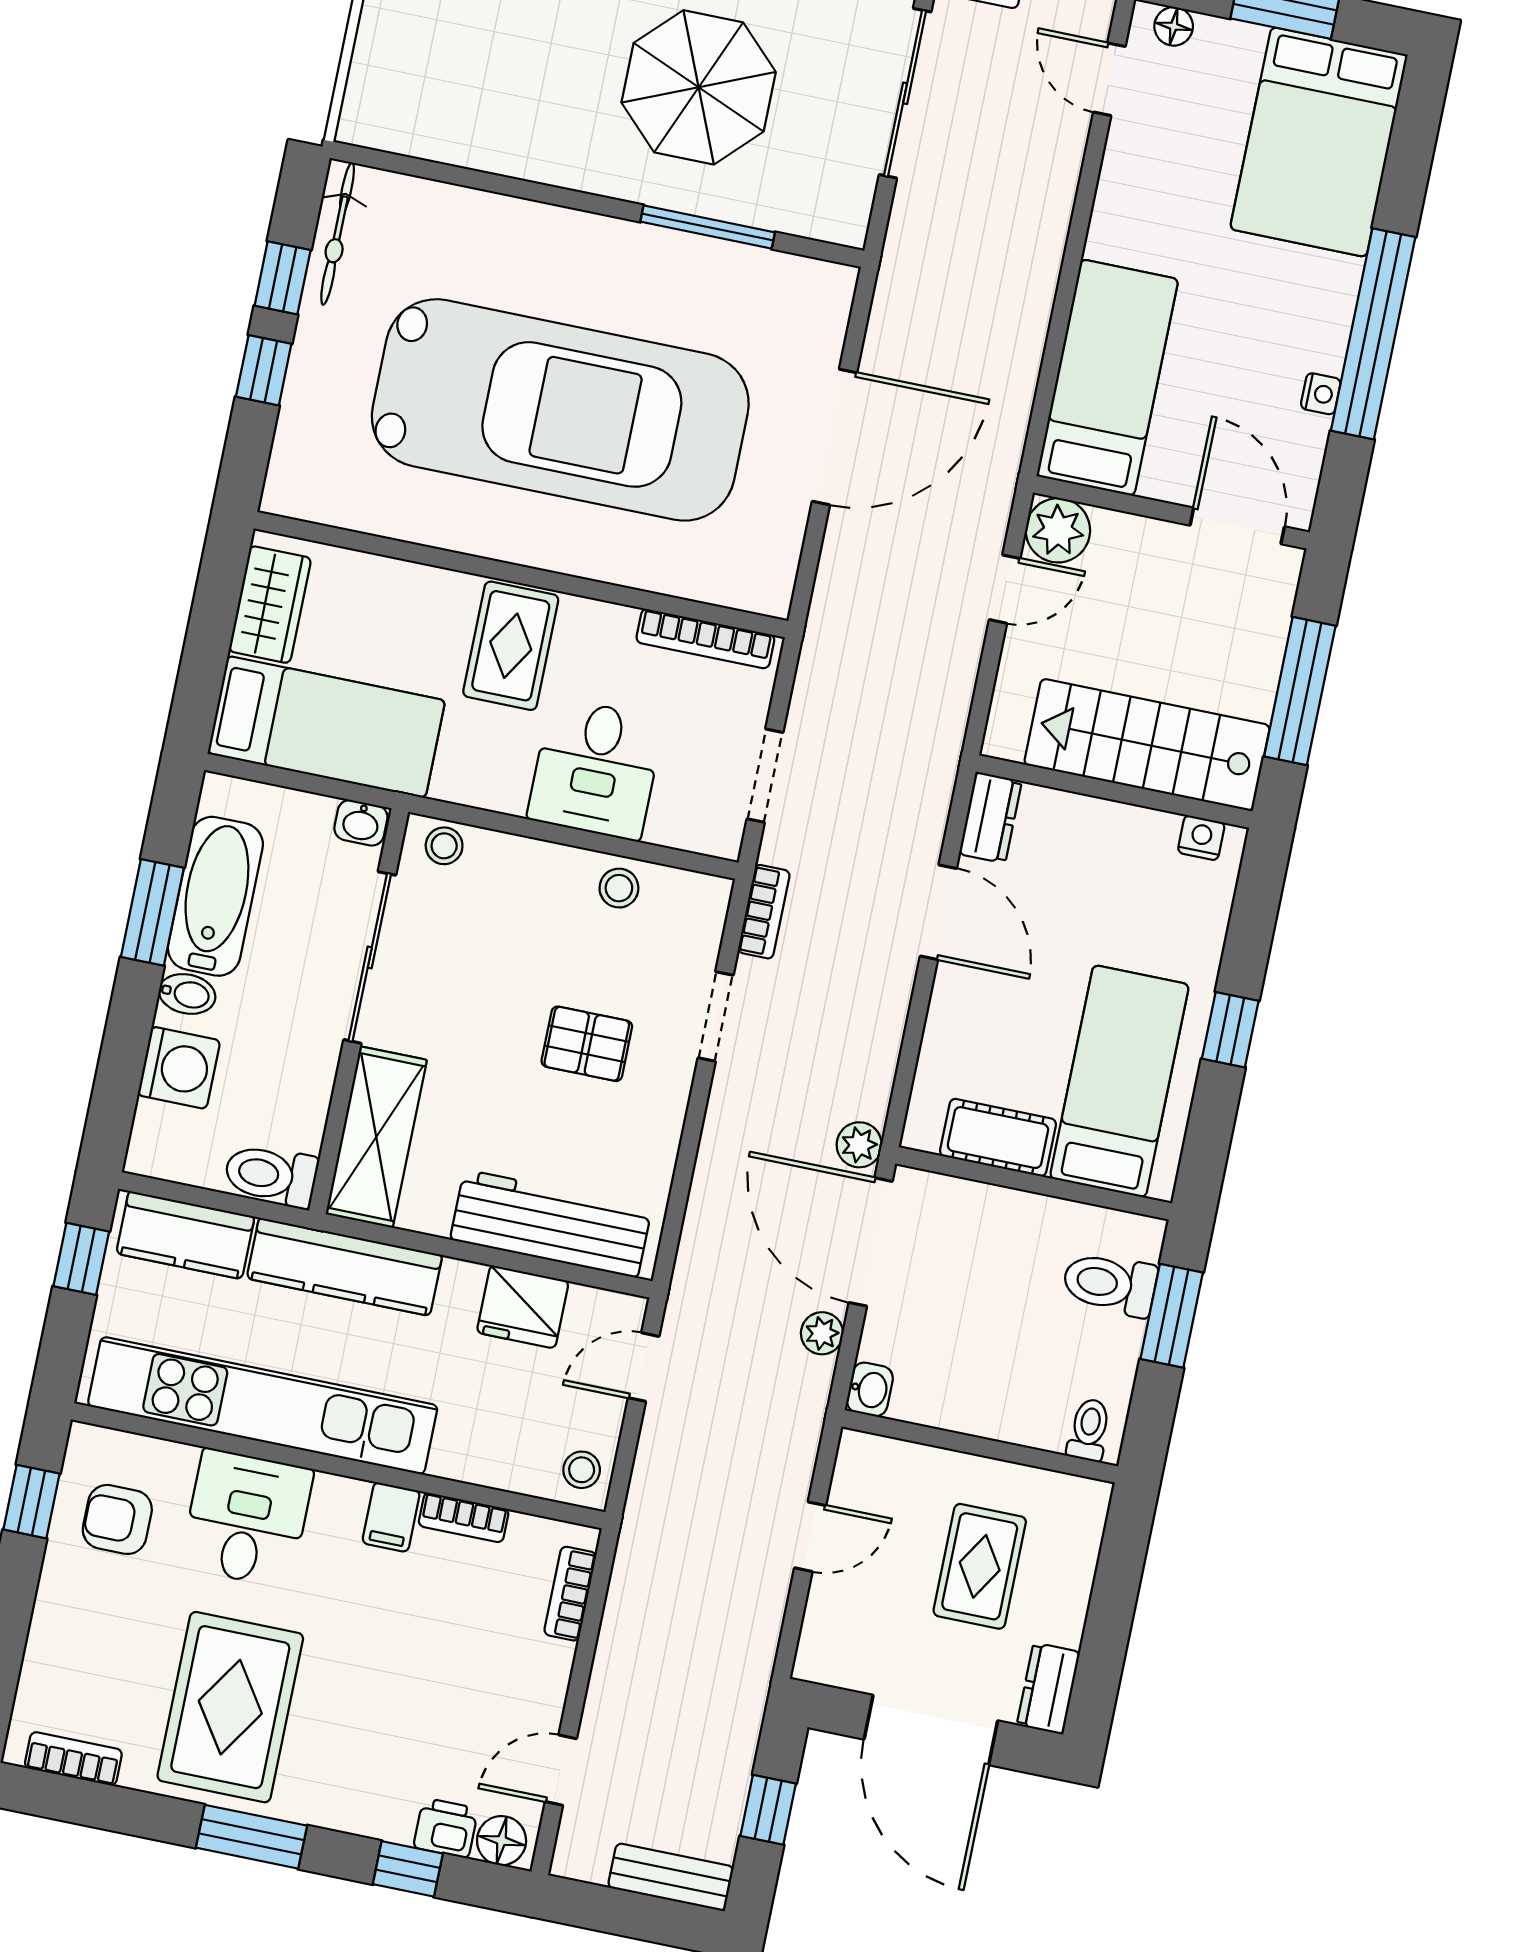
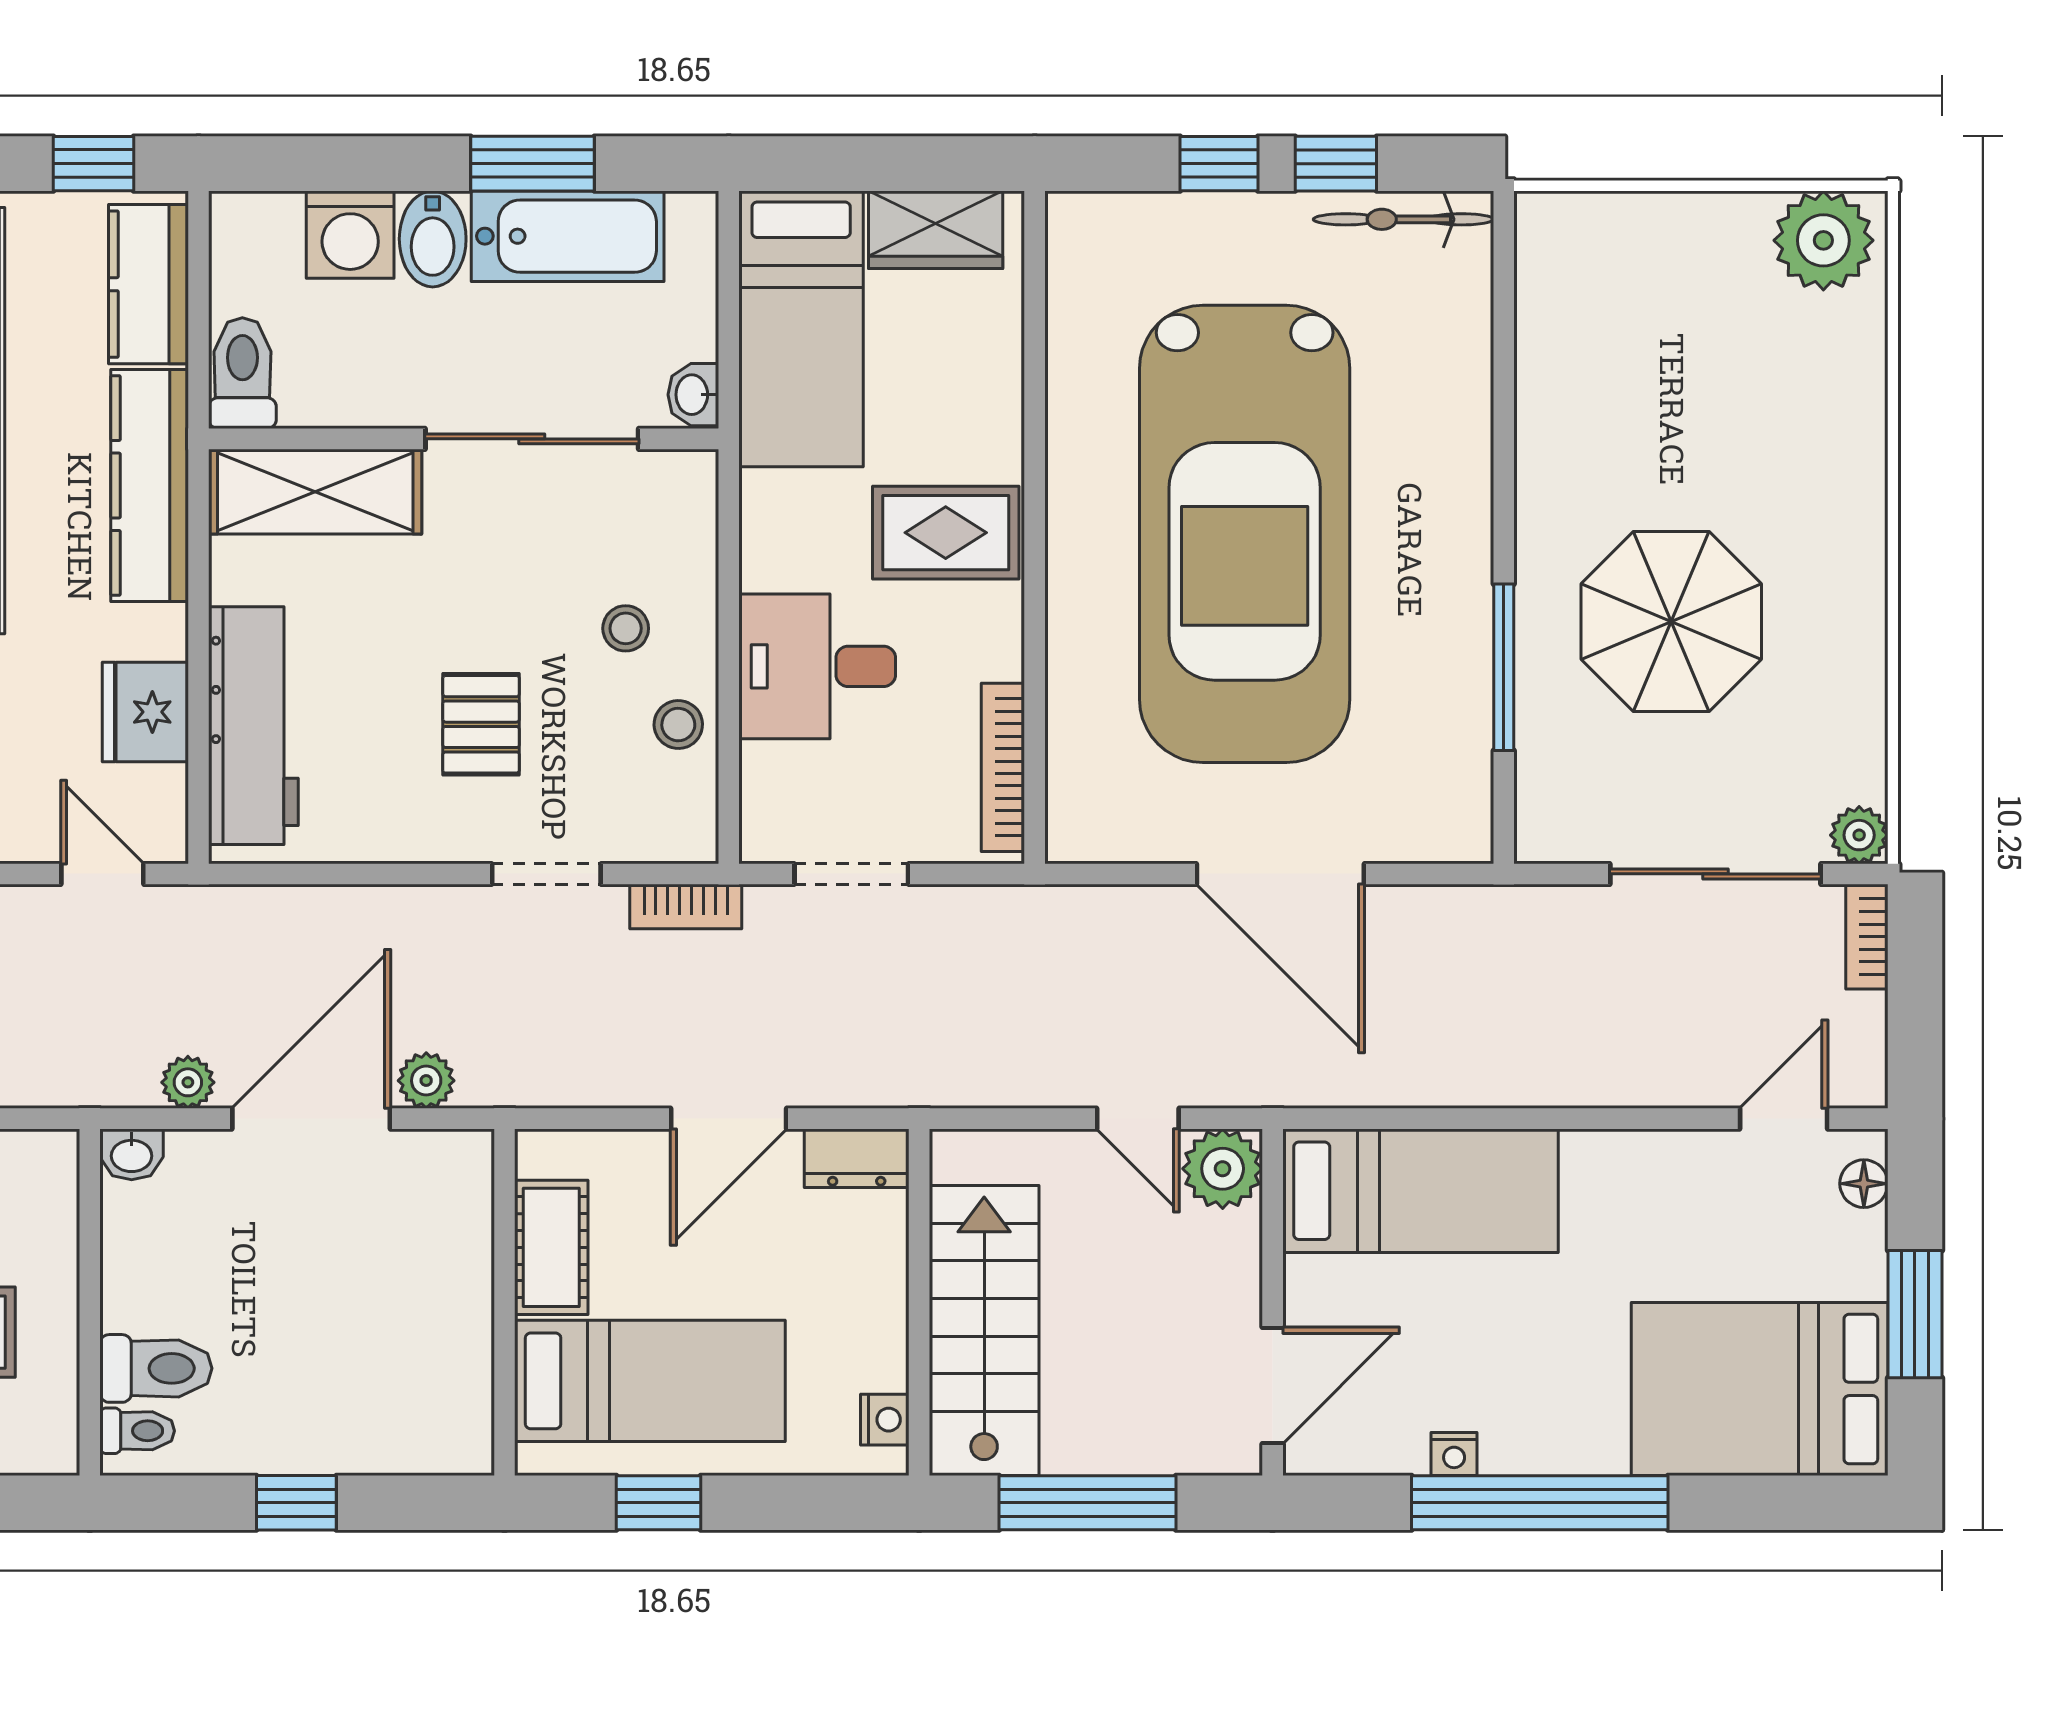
stool: (444, 846) -> (626, 628), moved
bidet: (187, 994) -> (433, 239), width x1.38, depth x1.36
bed: (1119, 1081) -> (650, 1381), moved
cot: (998, 1138) -> (551, 1247), moved
wall: (1034, 1183) -> (504, 1302), moved
toilet: (1110, 1284) -> (156, 1368), moved, turned 90
window: (1172, 1316) -> (296, 1503), width x0.67

